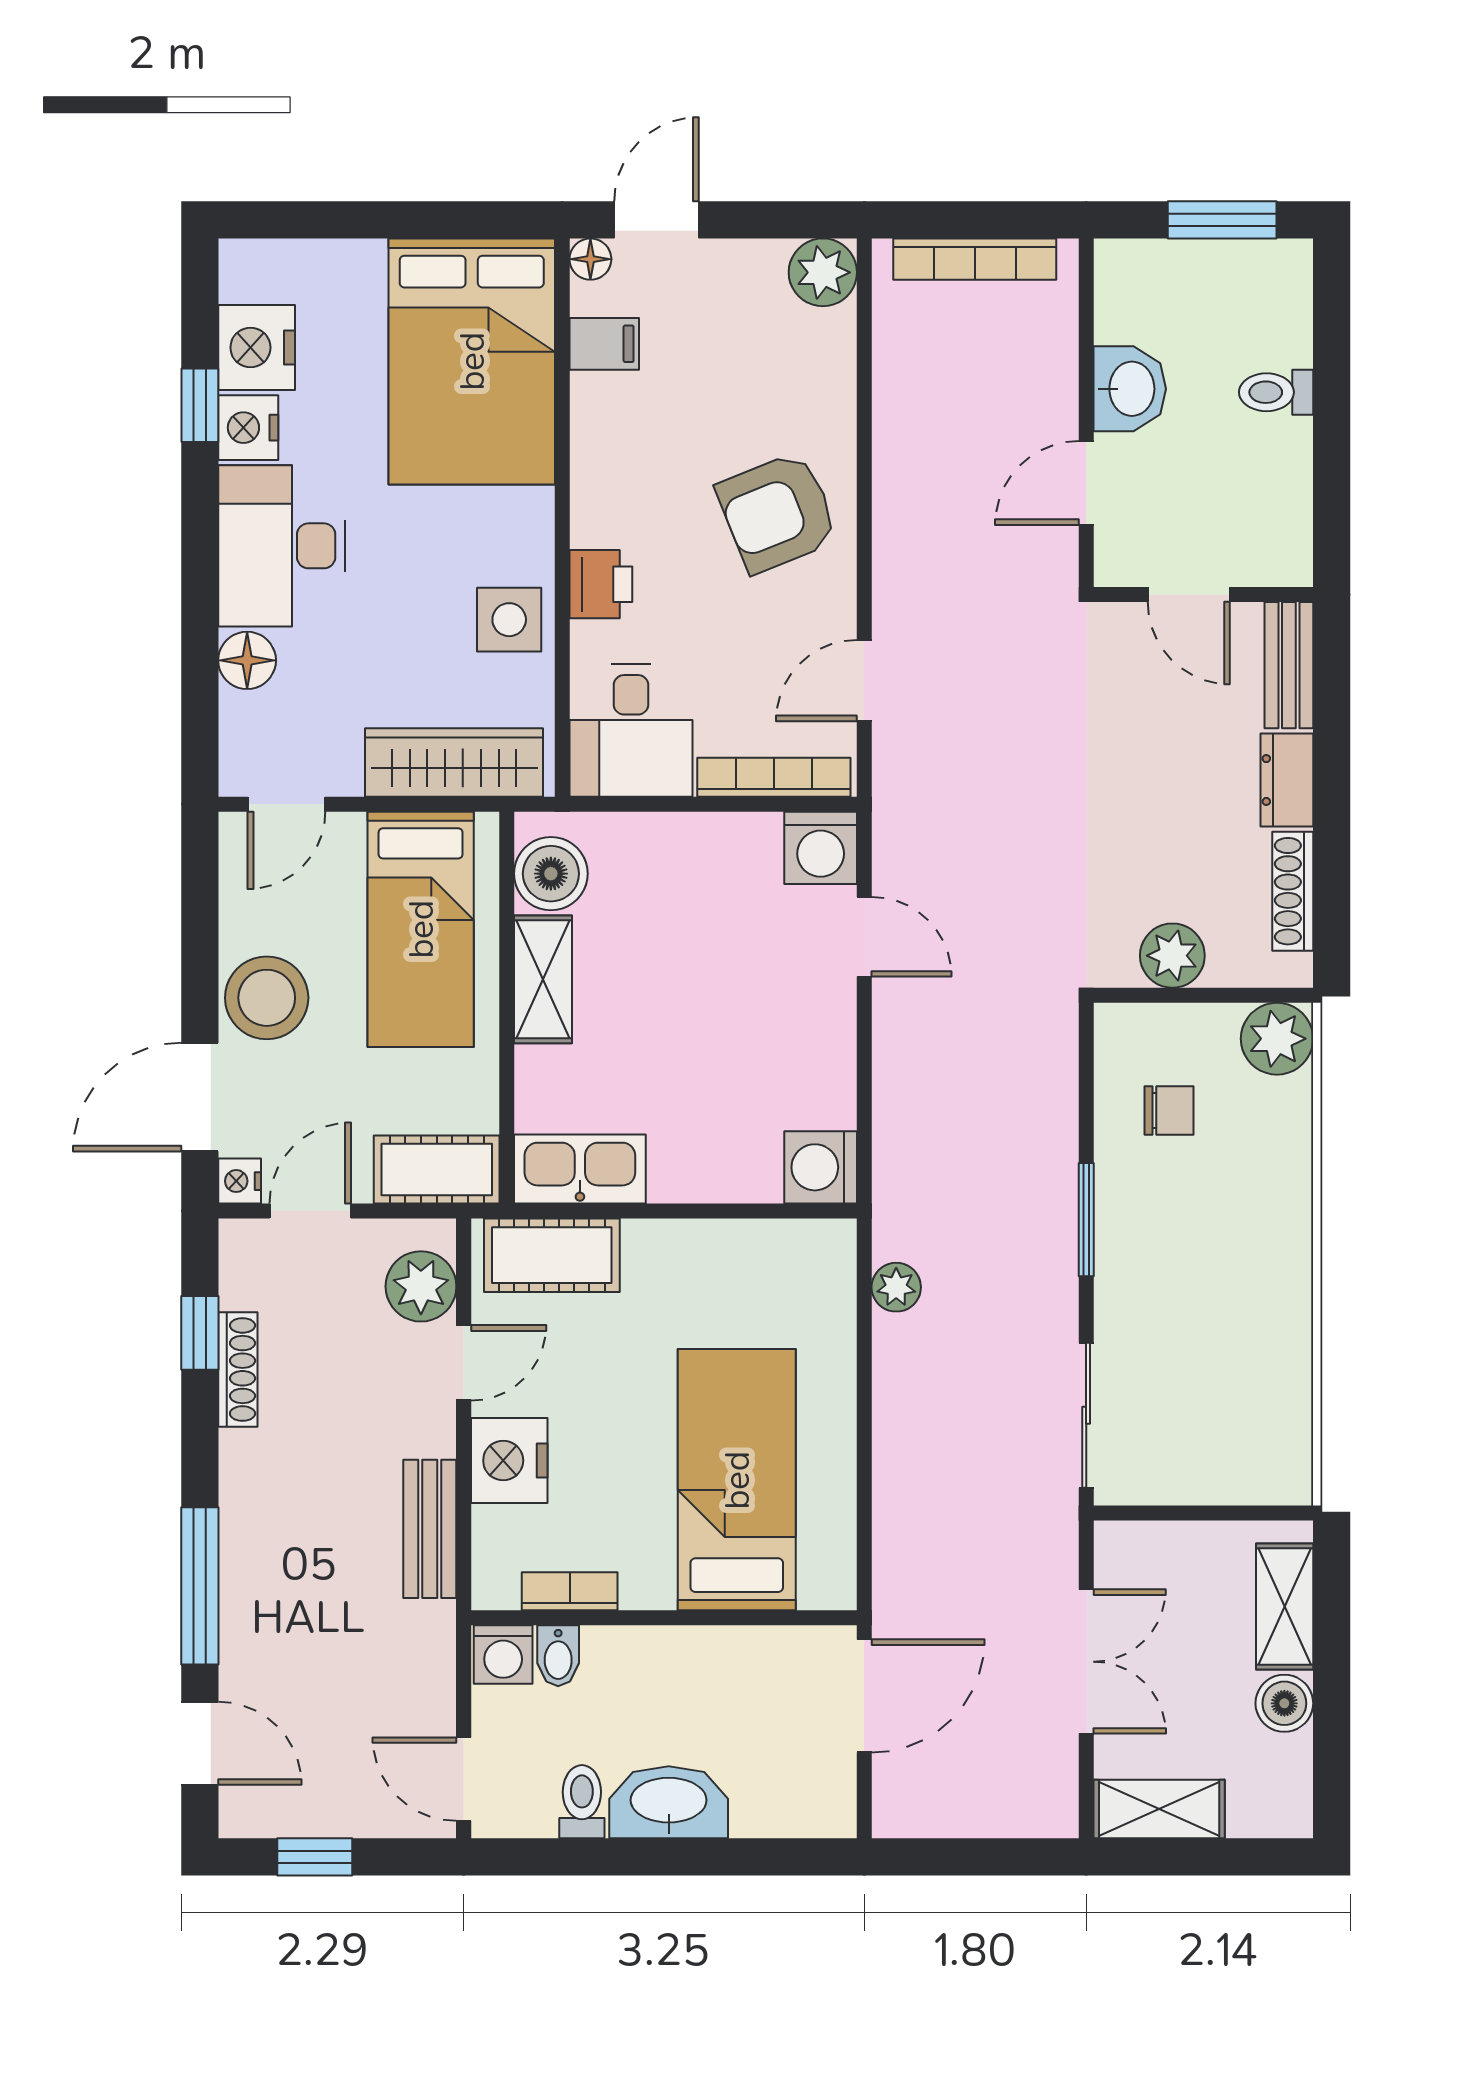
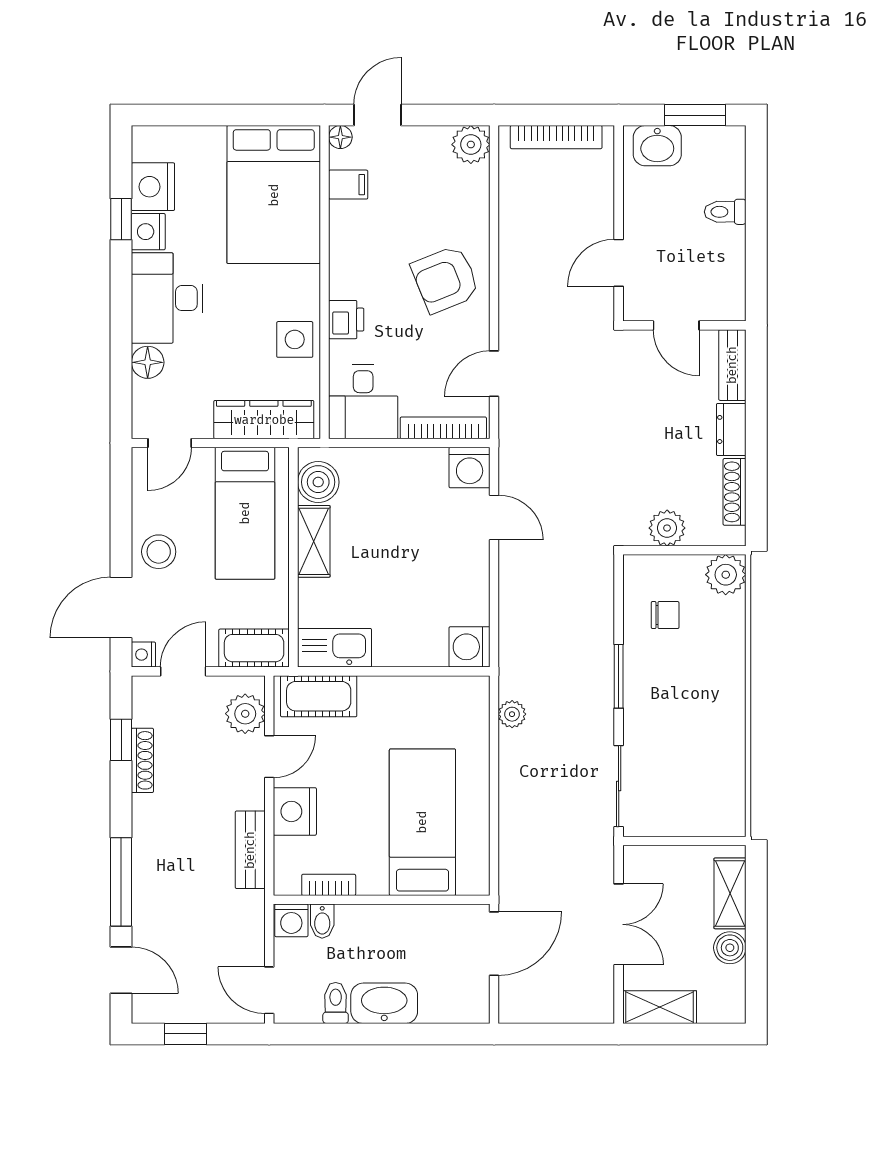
washbasin: (1130, 389) -> (657, 146), moved, turned 90
stool: (267, 998) -> (159, 552), width x0.73, depth x0.73

